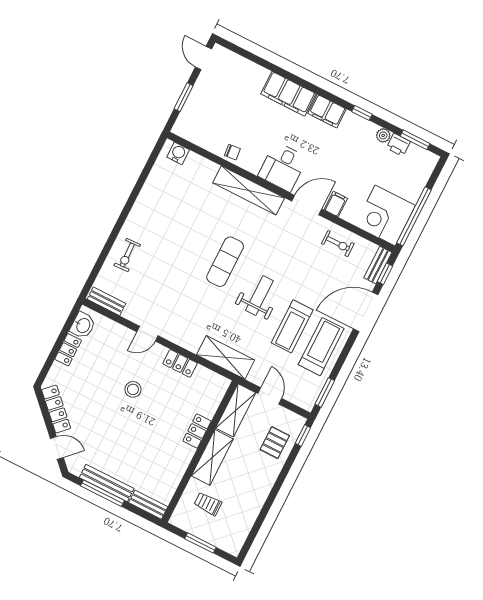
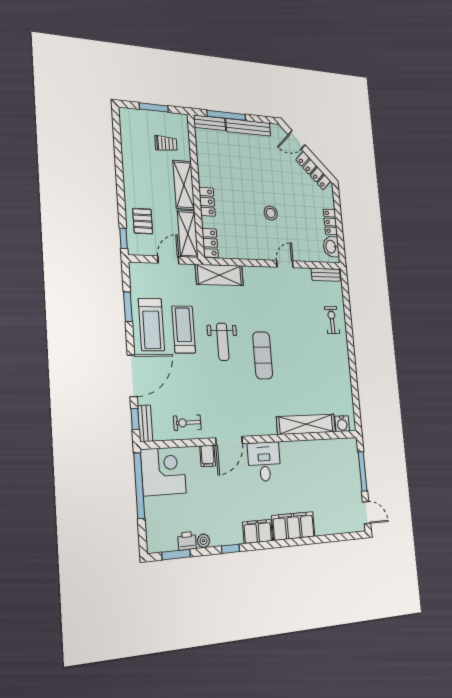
window: (184, 97) -> (363, 471), width x1.44
chair: (232, 152) -> (306, 450), removed
shelving: (249, 190) -> (306, 424), moved
locker: (180, 363) -> (210, 243), moved, turned 90
window: (325, 392) -> (128, 307), moved
door: (270, 396) -> (168, 260), swing flipped
window: (102, 493) -> (226, 115), moved

